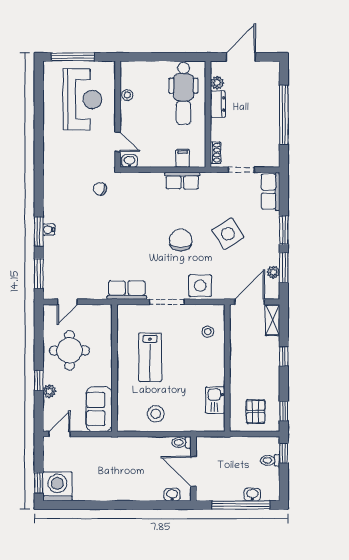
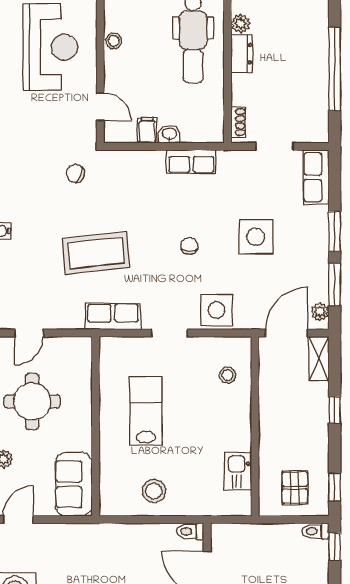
filing cabinet: (183, 158) -> (147, 130), moved
washbasin: (130, 161) -> (170, 134), moved
side table: (228, 234) -> (256, 237), turned 32
chair: (181, 240) -> (189, 246), width x0.54, depth x0.54
coffee table: (115, 245) -> (96, 253), added
plant: (273, 272) -> (320, 312), moved
doorway: (167, 302) -> (170, 333), width x0.73
lab bench: (150, 357) -> (146, 411), turned 180
toilet: (270, 460) -> (315, 531), moved

